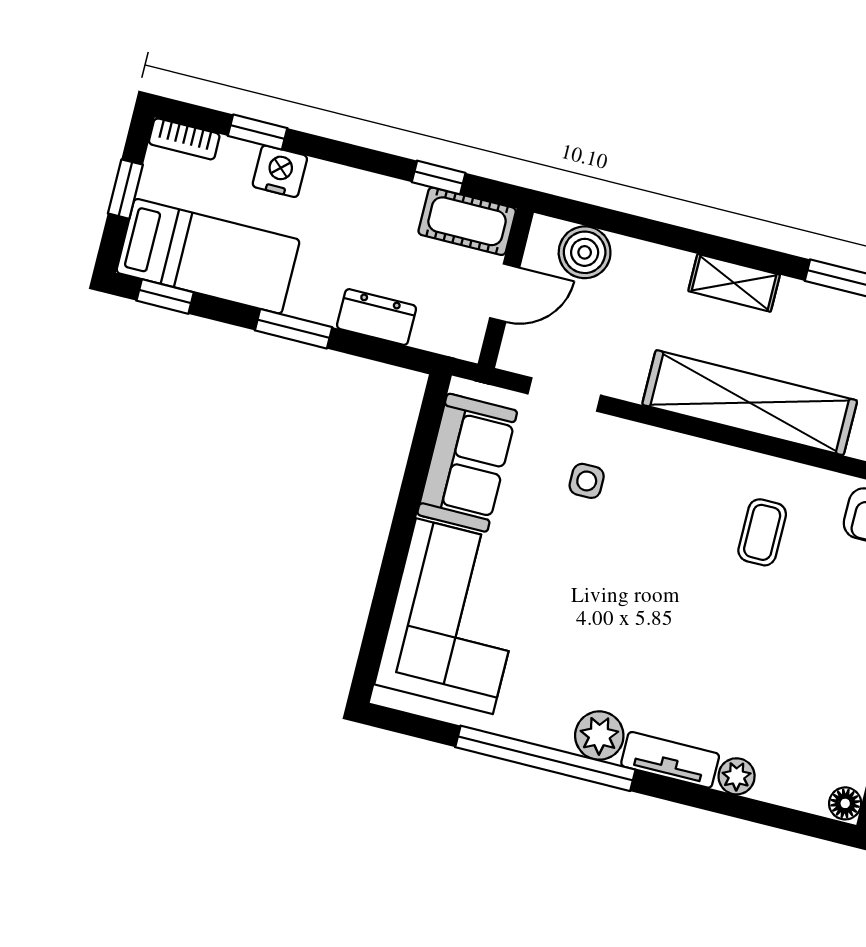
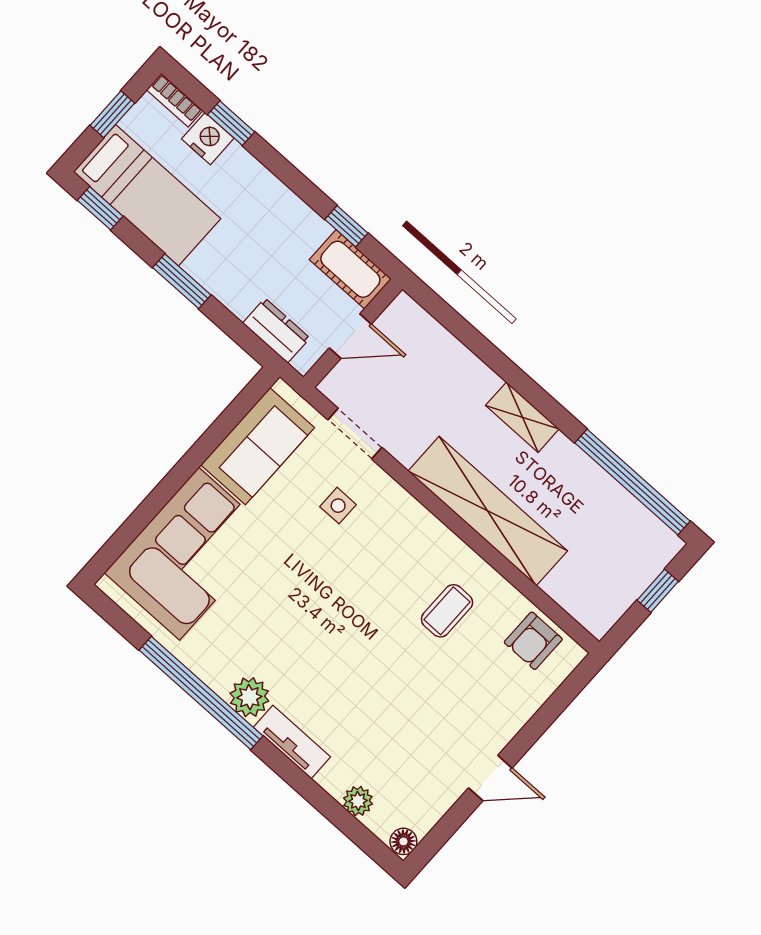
nightstand: (280, 171) -> (208, 139), moved
boiler: (585, 252) -> (425, 337), removed
dresser: (377, 317) -> (276, 331), moved
plant: (737, 776) -> (358, 801), moved

